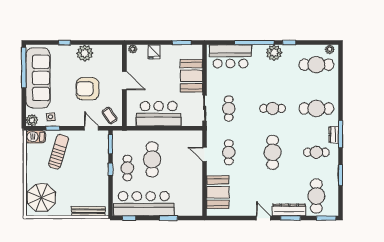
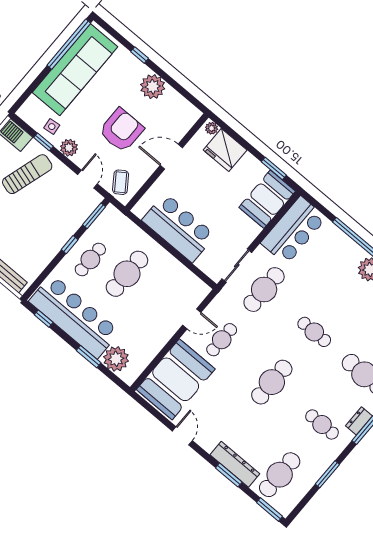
fridge: (154, 52) -> (225, 150), width x1.88, depth x1.34
bar counter: (230, 56) -> (294, 230), moved, turned -90
booth: (191, 76) -> (267, 199), moved
door: (124, 81) -> (171, 157), swing flipped
armchair: (88, 89) -> (121, 130), turned 90
cafe table: (229, 108) -> (264, 290), width x1.37, depth x1.35
plant: (32, 120) -> (69, 148), moved
door: (205, 154) -> (192, 319), swing flipped
booth: (218, 192) -> (176, 379), width x1.36, depth x1.42
plant: (183, 207) -> (116, 359), added
door: (264, 218) -> (182, 436), moved

